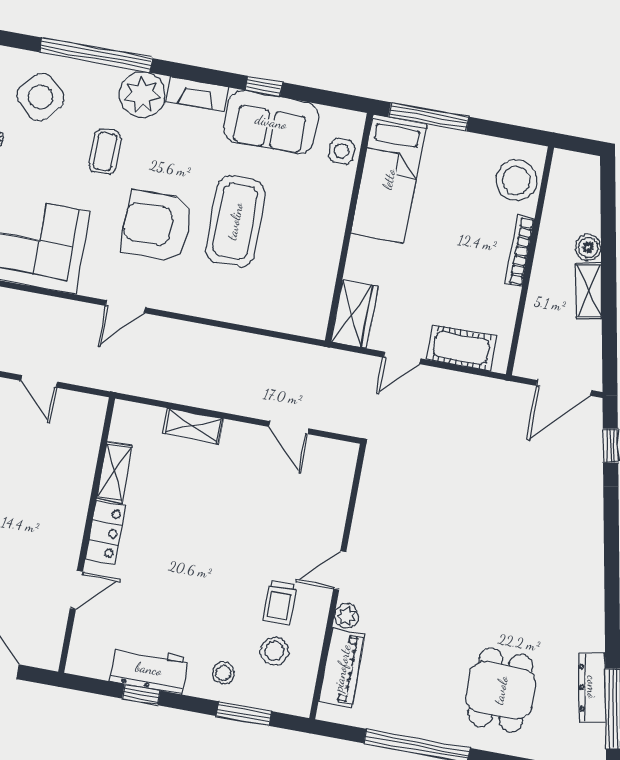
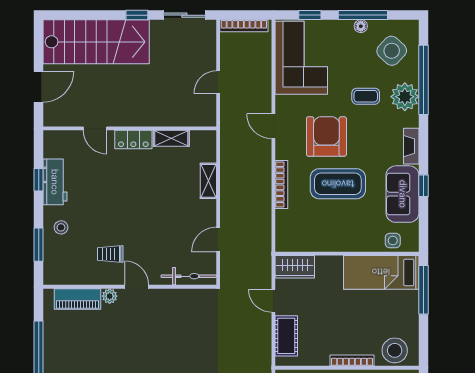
plant: (142, 95) -> (405, 97), moved
bookcase: (220, 311) -> (281, 184), added
bicycle: (338, 485) -> (189, 276), added
stool: (275, 651) -> (80, 256), removed

